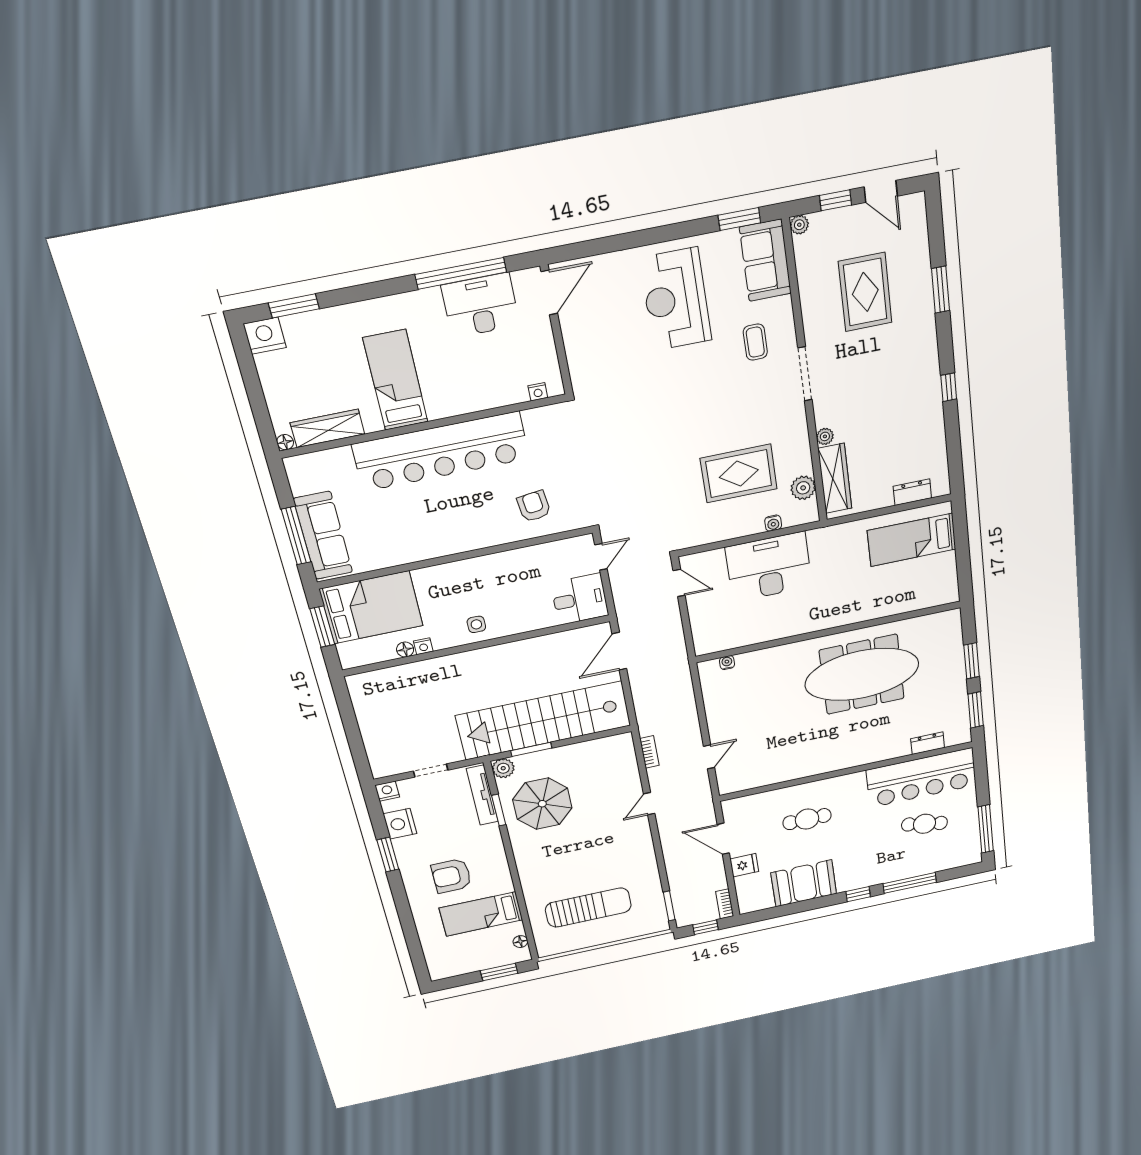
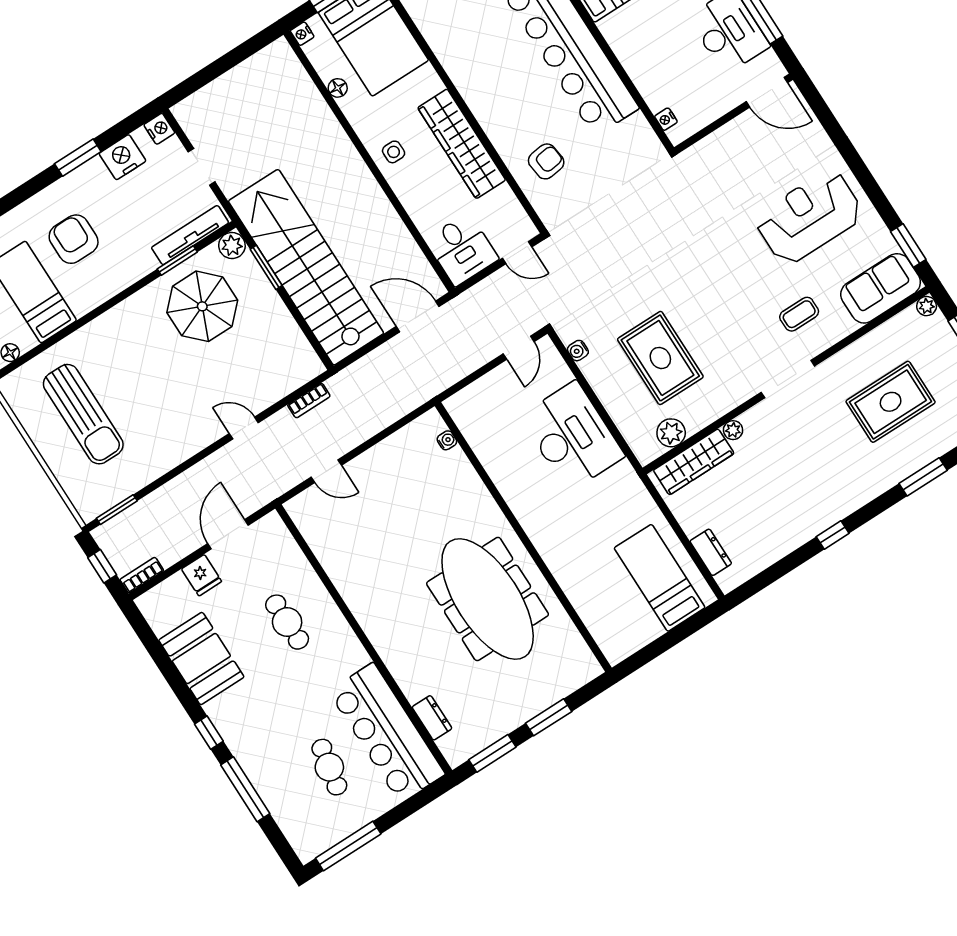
water cooler: (773, 523) -> (578, 351), moved
wardrobe: (491, 569) -> (462, 144), added
nightstand: (423, 646) -> (302, 34), moved

